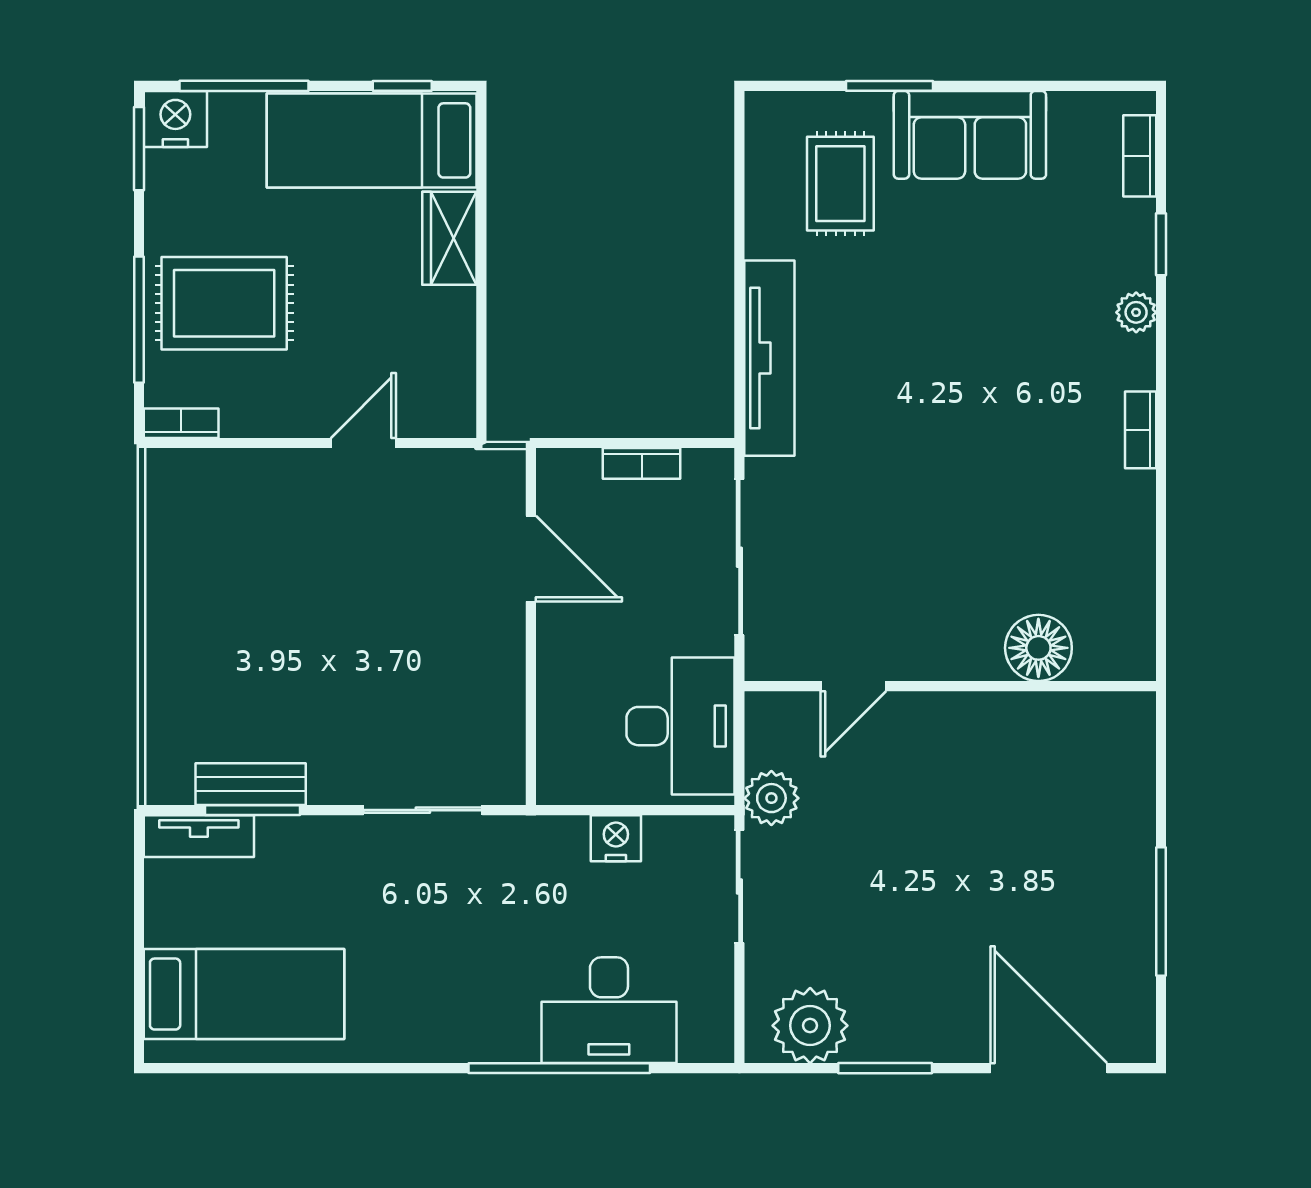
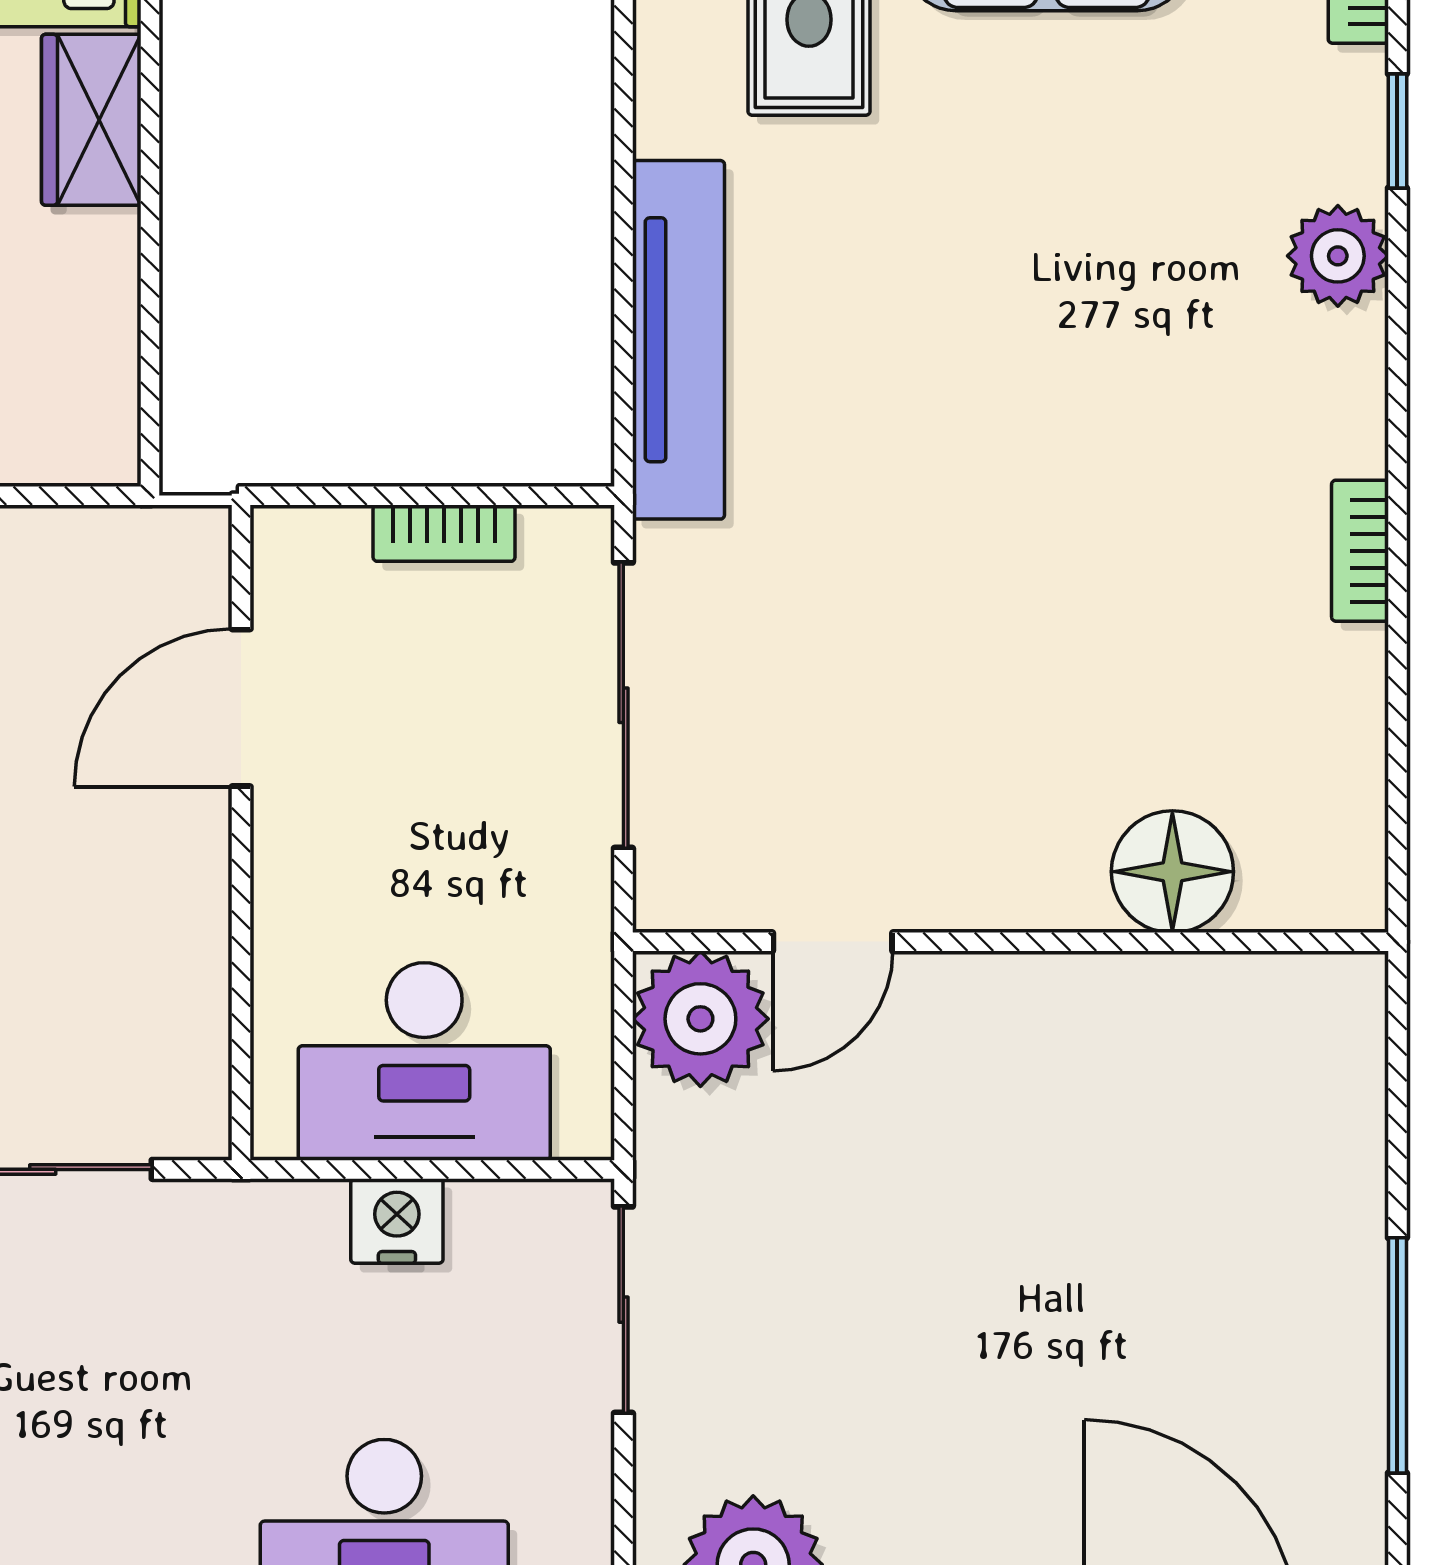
plant: (1136, 312) -> (1338, 256), width x1.38, depth x1.38
bookcase: (1141, 430) -> (1360, 551), moved
door: (531, 559) -> (241, 708), swing flipped
desk: (680, 726) -> (424, 1061), moved, turned 90
plant: (771, 798) -> (700, 1019), moved, width x1.36, depth x1.36

